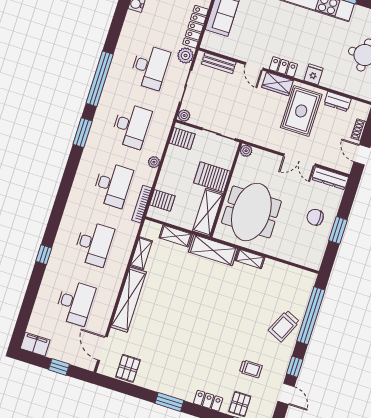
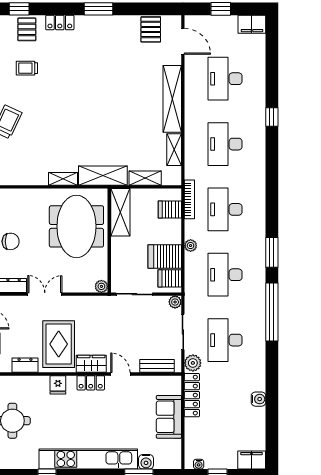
server rack: (212, 177) -> (165, 257), moved, turned 180

